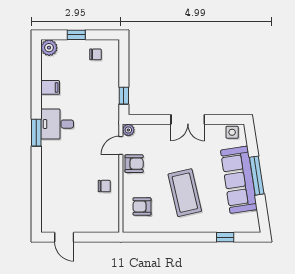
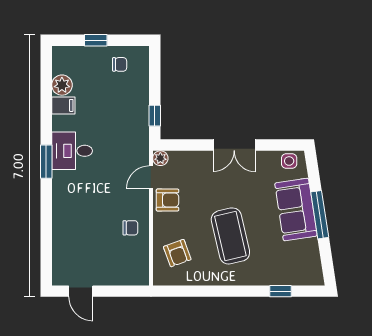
plant: (49, 48) -> (62, 85), moved
sofa: (239, 180) -> (296, 210), width x0.73
armchair: (142, 206) -> (177, 253), turned -110

